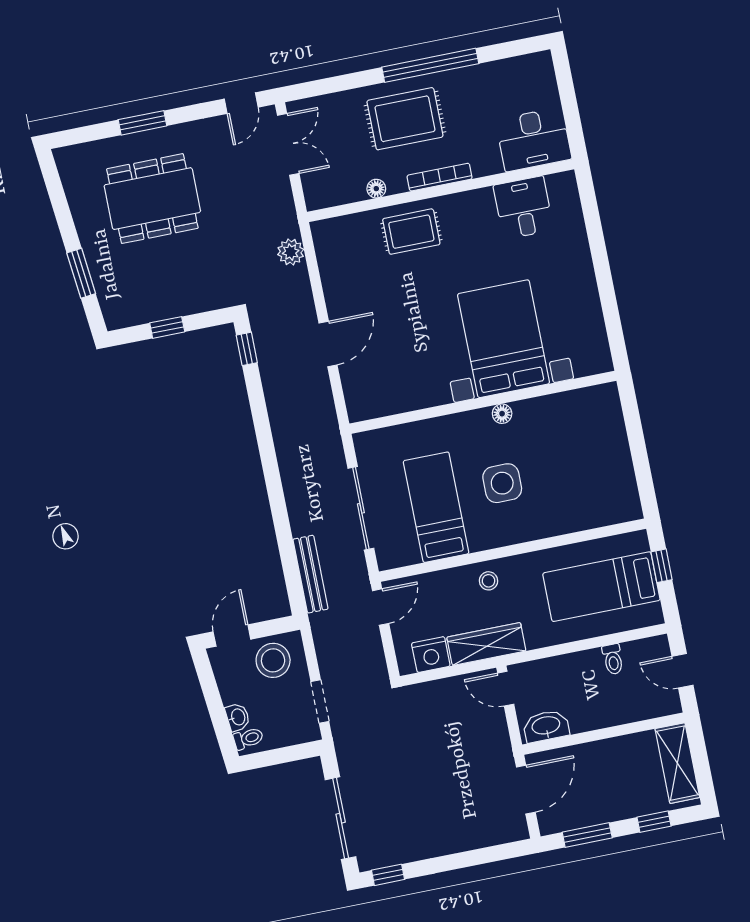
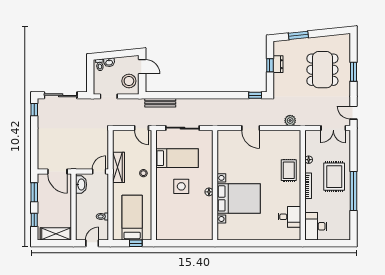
dresser: (161, 309) -> (278, 64), added
nightstand: (431, 655) -> (119, 144), removed

